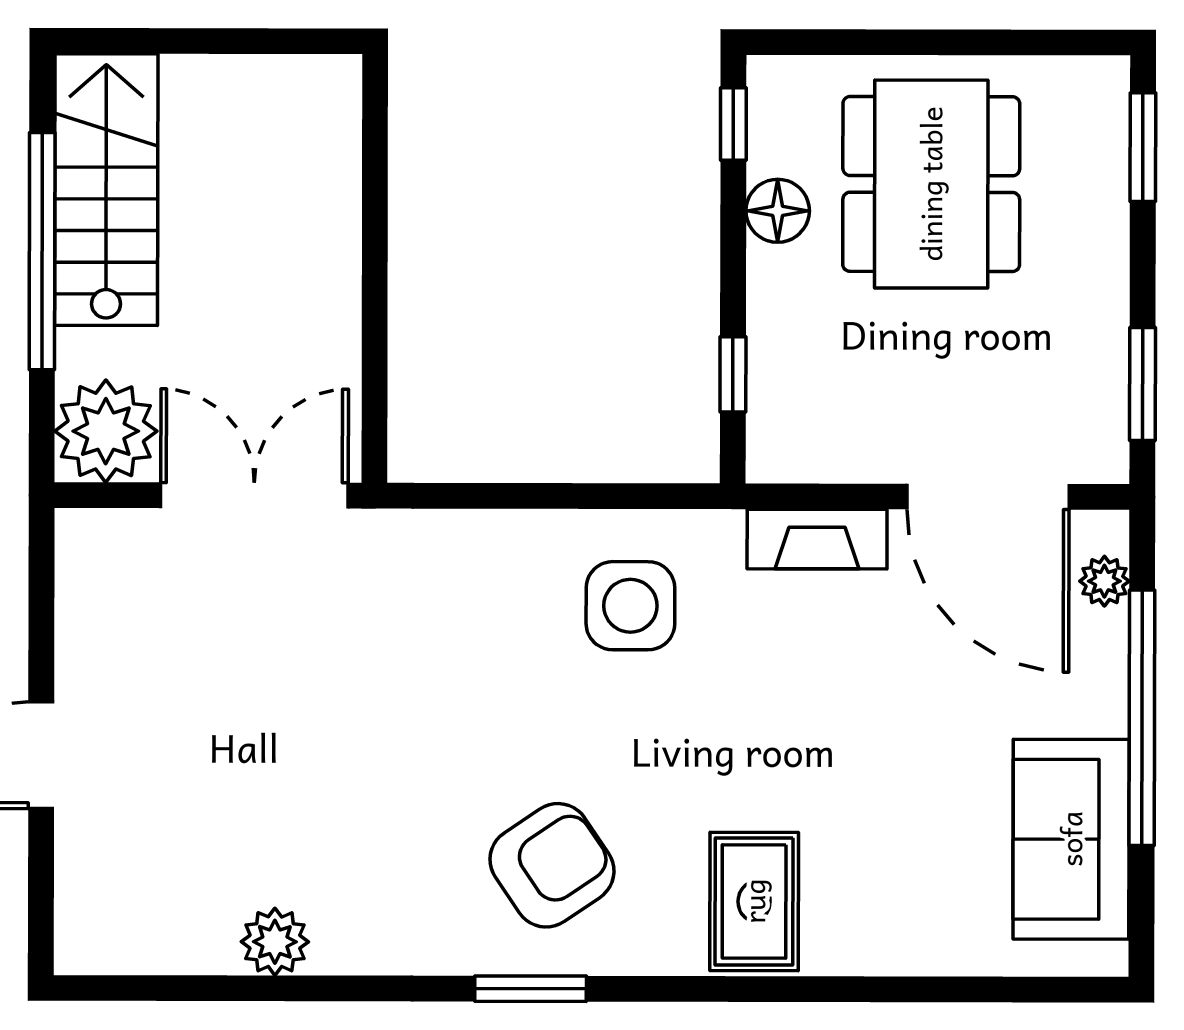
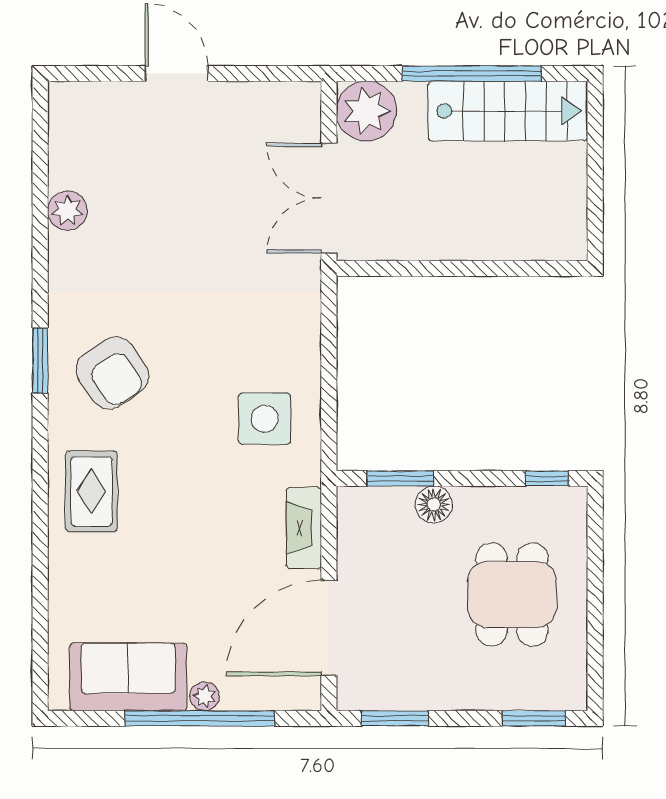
dining table: (931, 184) -> (512, 594), width x0.73
floor lamp: (778, 211) -> (434, 504), moved
window: (733, 374) -> (400, 478), width x1.50
double door: (254, 495) -> (329, 198), swing flipped
plant: (1104, 581) -> (204, 696), moved
rug: (754, 901) -> (91, 491), turned 90

